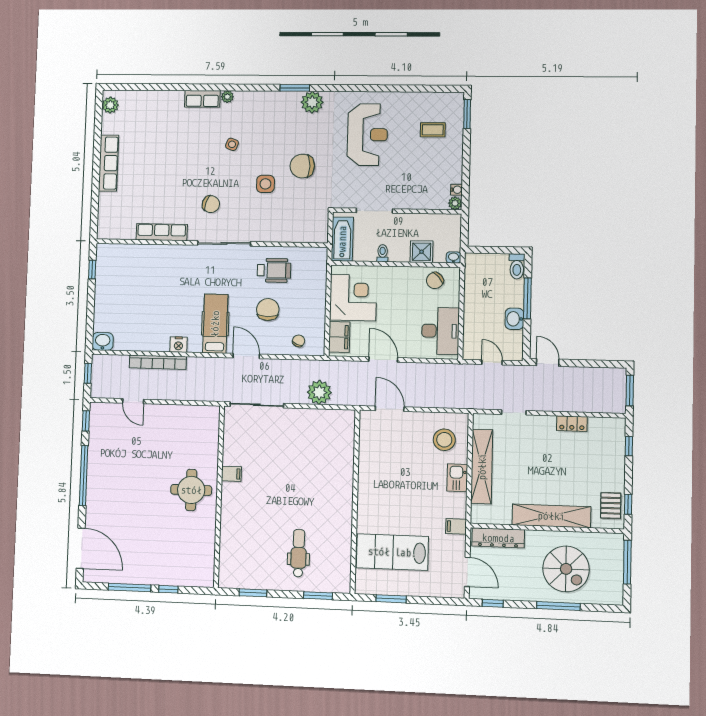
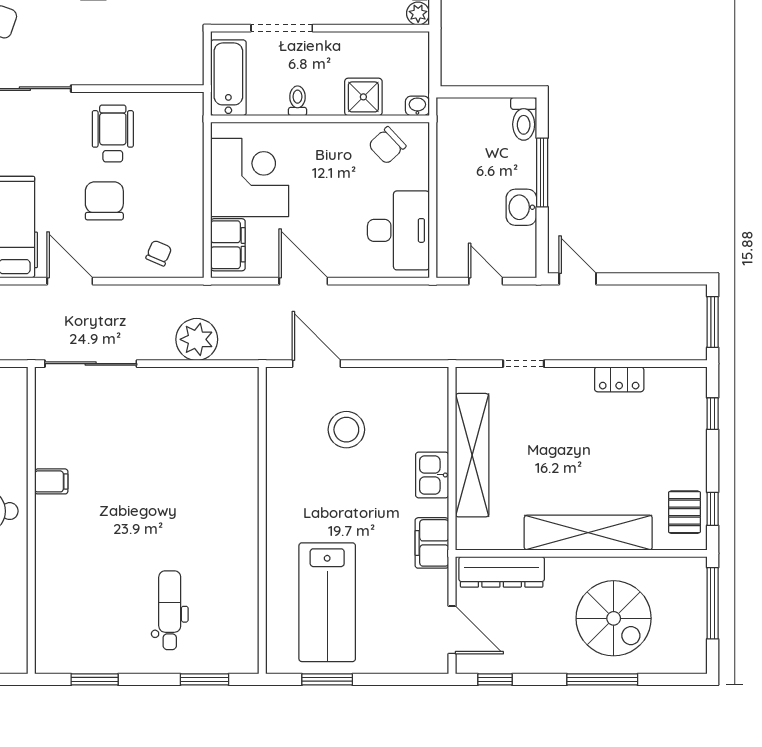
wheelchair: (274, 270) -> (113, 133), turned -90
stool: (444, 440) -> (346, 430), moved
filing cabinet: (456, 526) -> (432, 543), width x2.00
lab bench: (392, 552) -> (327, 602), turned -90

